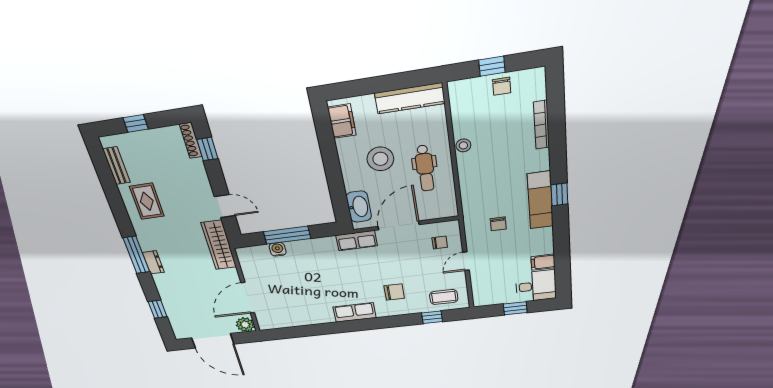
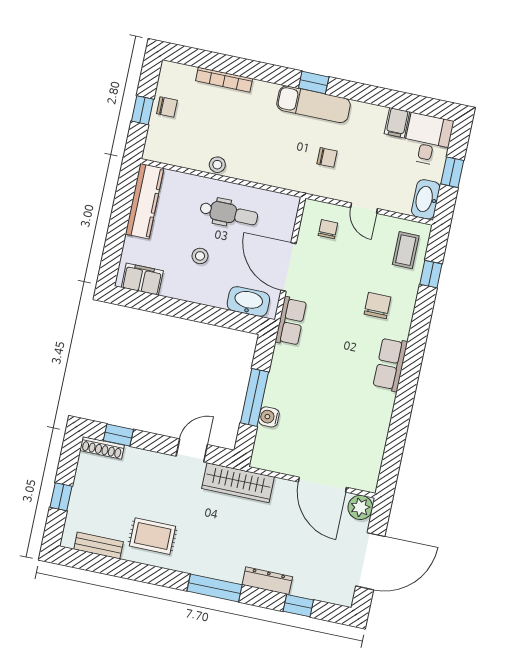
stool: (380, 159) -> (200, 256), width x0.53, depth x0.53
dresser: (153, 262) -> (267, 581), moved, width x1.44
washbasin: (488, 298) -> (426, 199), added

